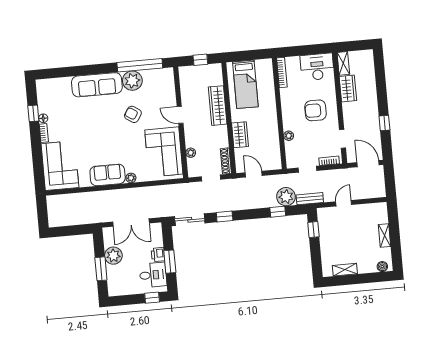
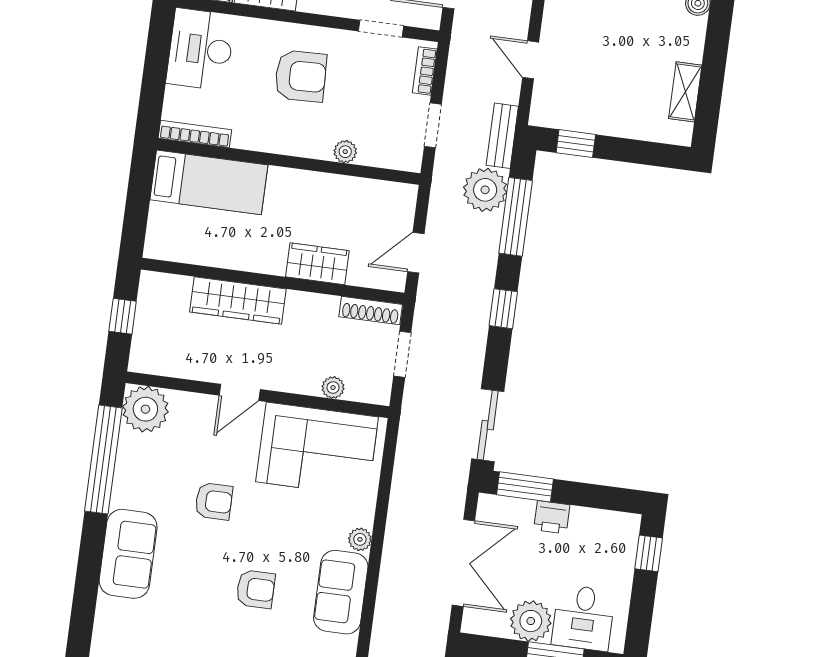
plant: (132, 81) -> (145, 409), moved
bed: (245, 84) -> (209, 182), moved
sofa: (97, 85) -> (128, 554), width x0.73
armchair: (315, 110) -> (301, 76), turned -92
armchair: (133, 114) -> (214, 501), turned -123
armchair: (101, 140) -> (256, 589), added
window: (278, 212) -> (516, 217), width x2.17
window: (225, 217) -> (503, 309), moved
window: (170, 262) -> (525, 487), moved
desk: (153, 275) -> (583, 618), moved, turned 180

